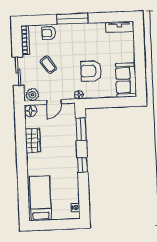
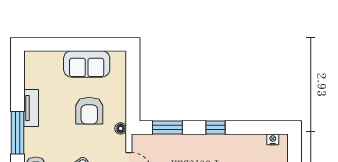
tv unit: (119, 27) -> (31, 108), moved
sofa: (126, 80) -> (87, 64), moved

